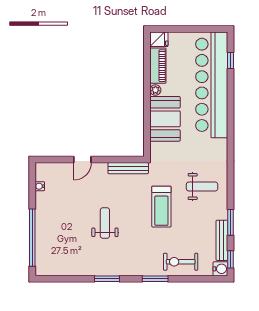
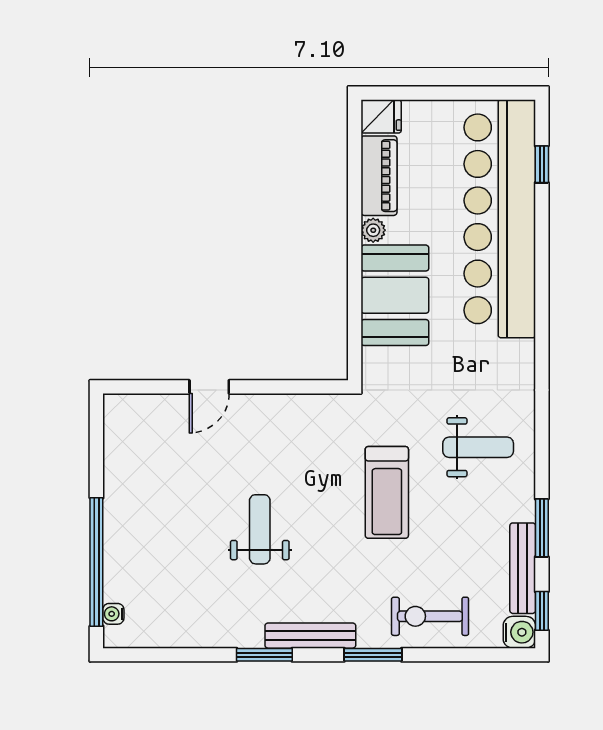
bench: (128, 168) -> (310, 636), moved
water cooler: (40, 186) -> (113, 614), moved

